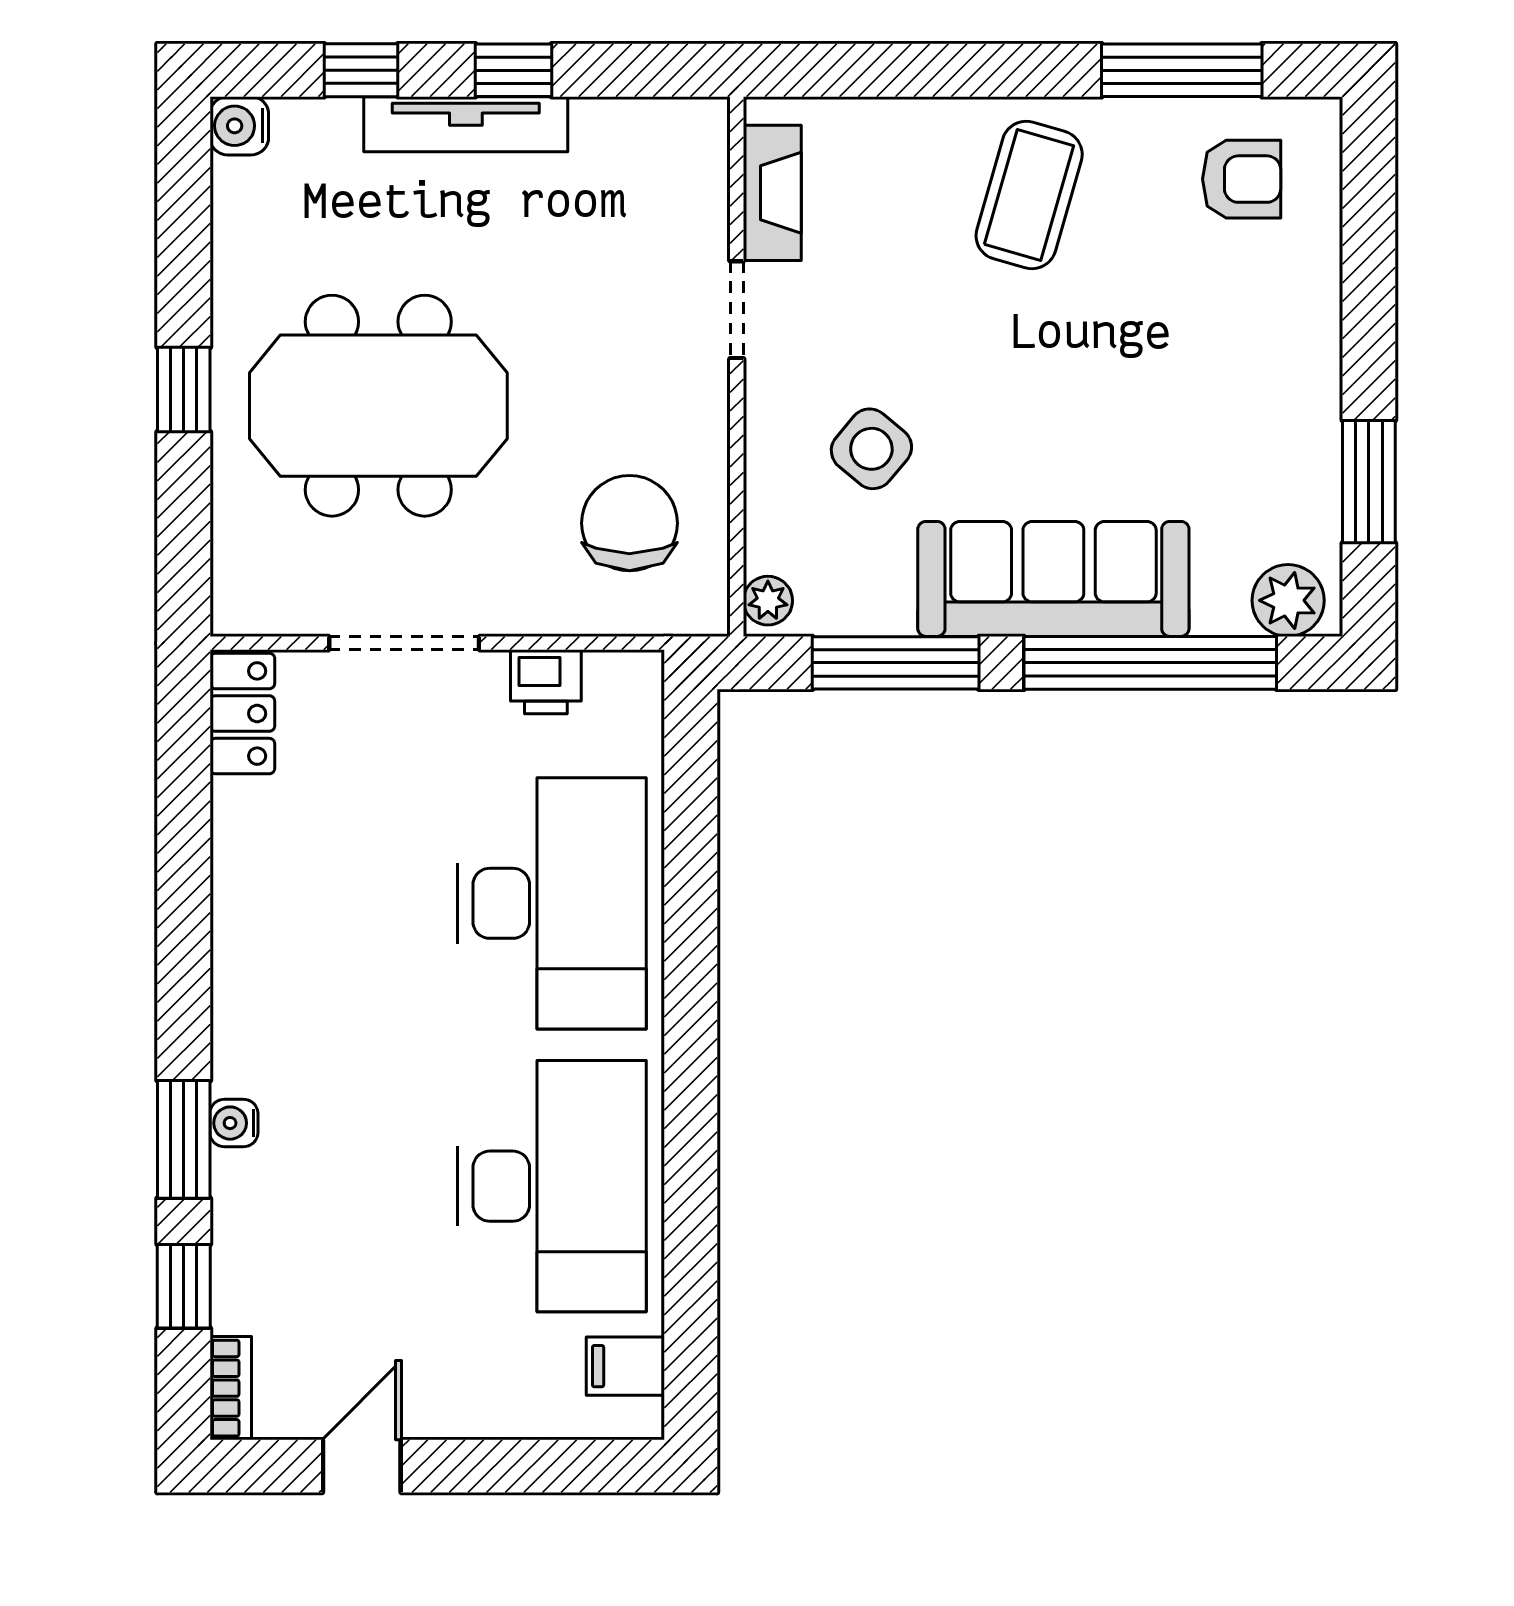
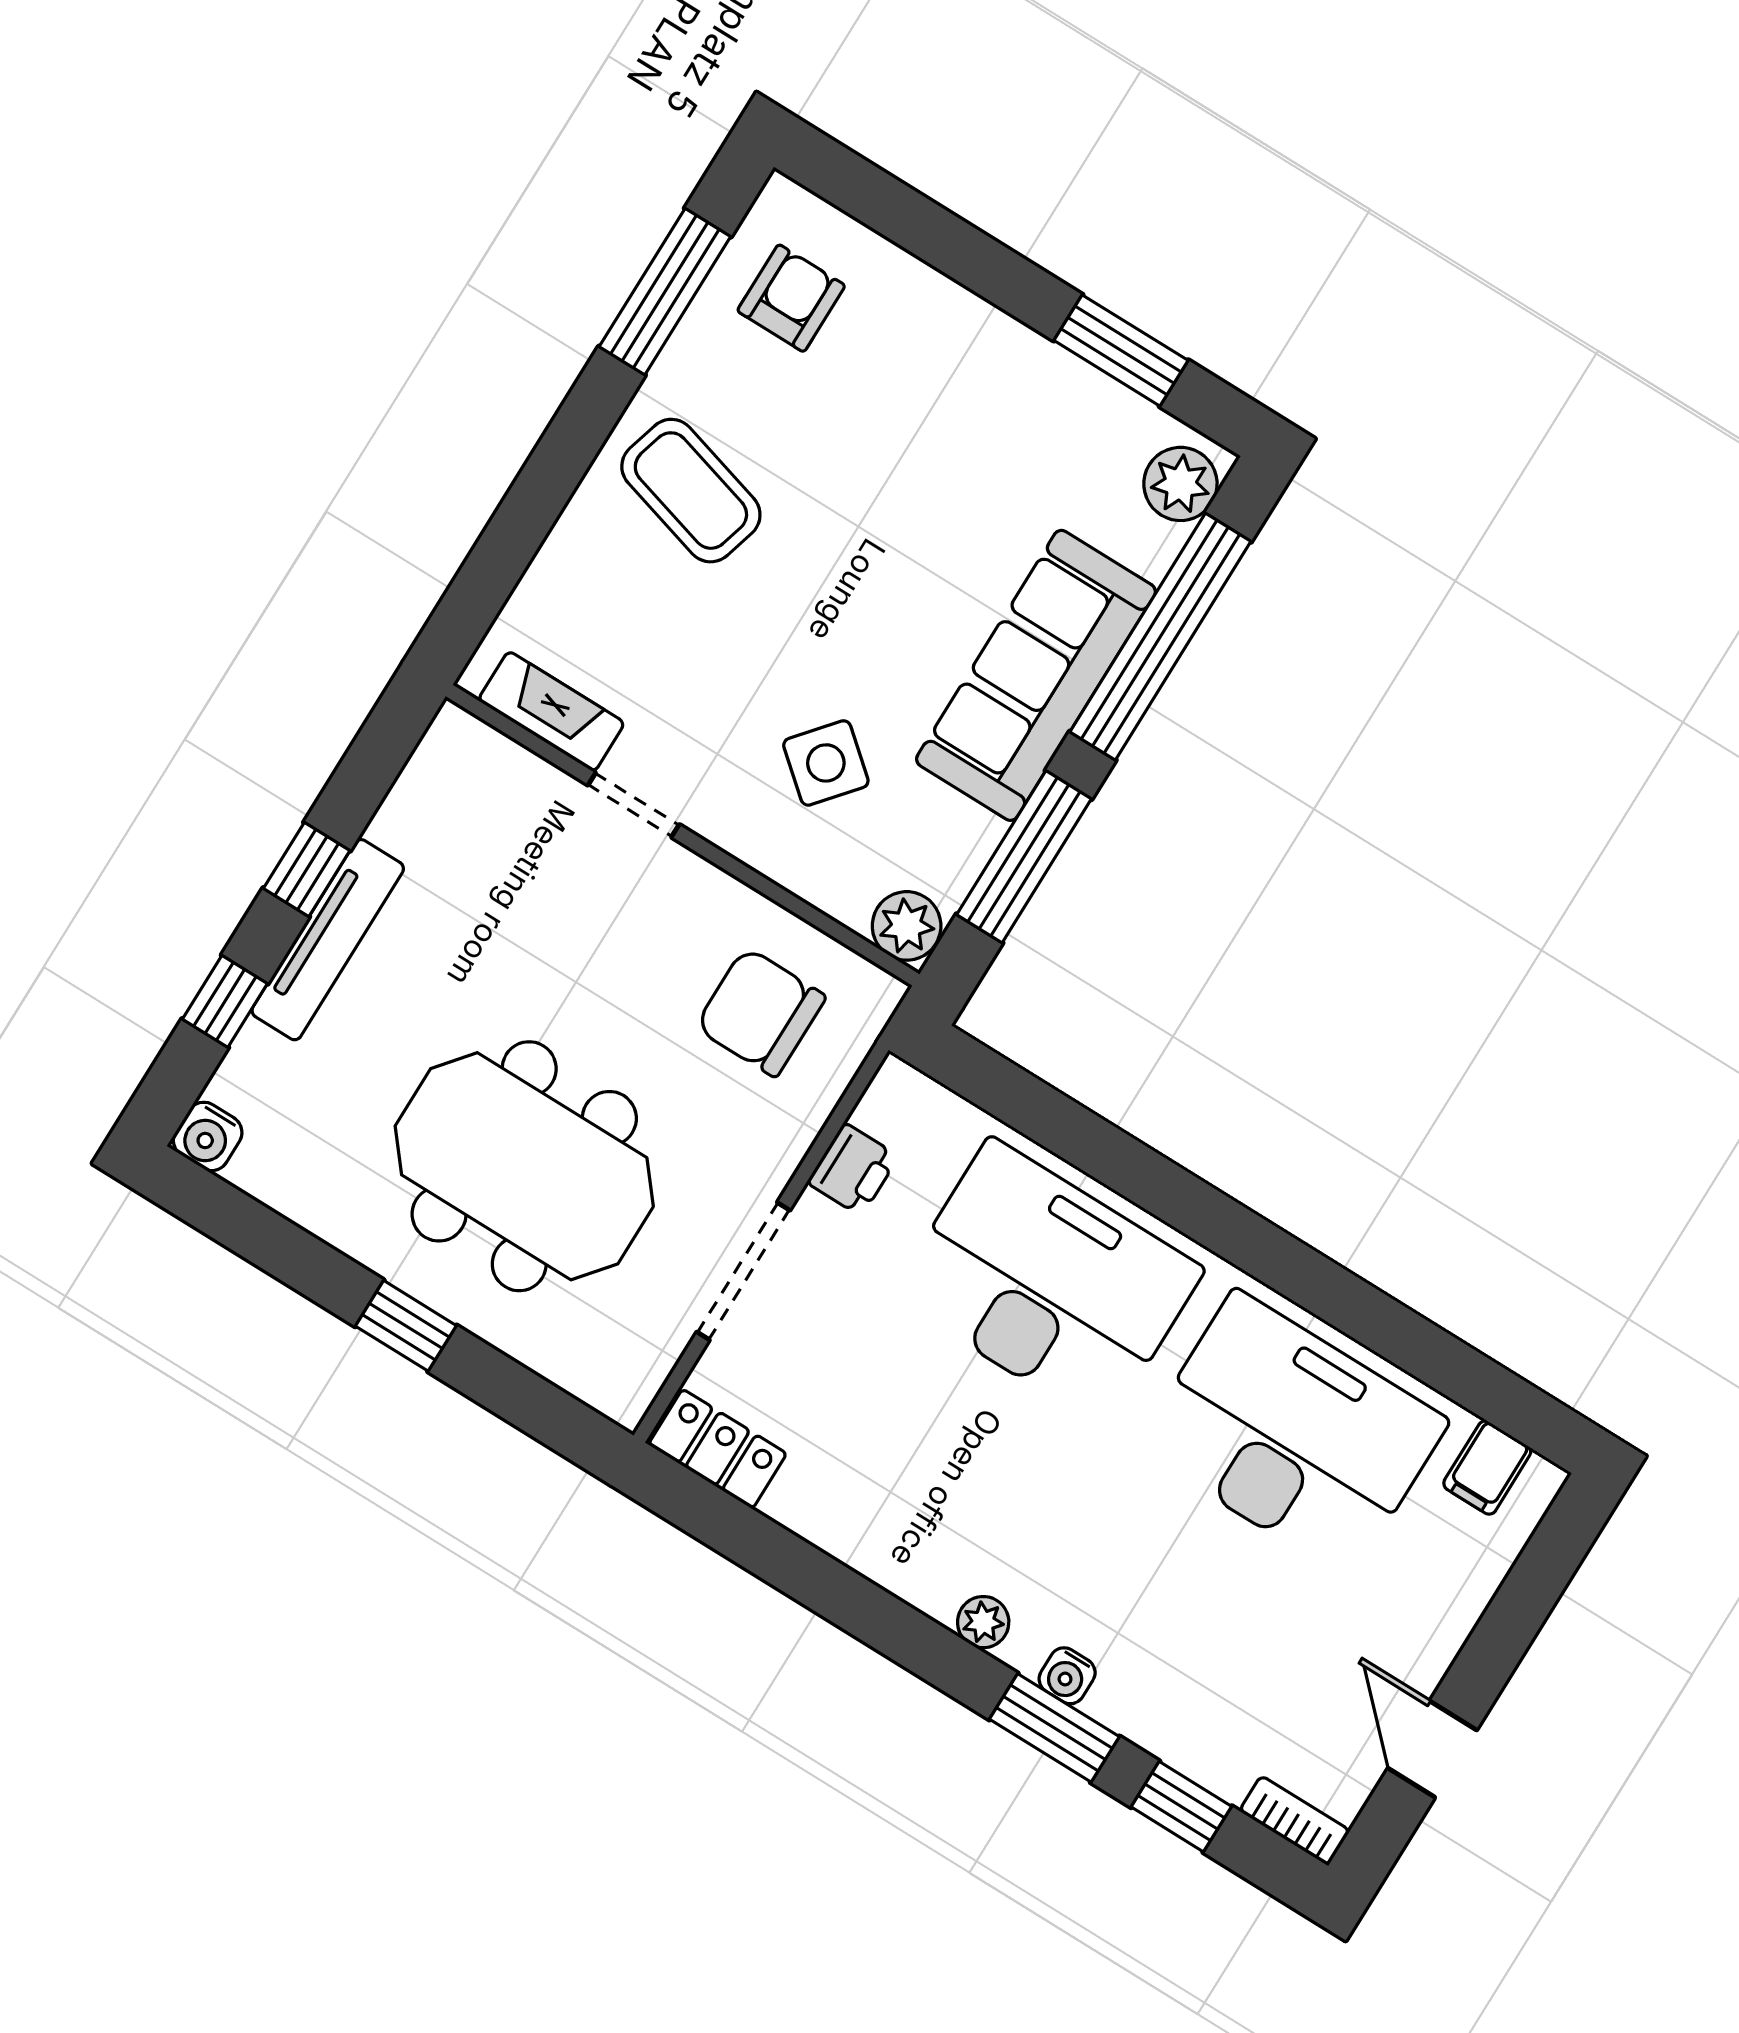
meeting table: (378, 406) -> (524, 1166), turned 90
plant: (768, 601) -> (907, 926), width x1.38, depth x1.38
plant: (235, 1025) -> (983, 1622), added

